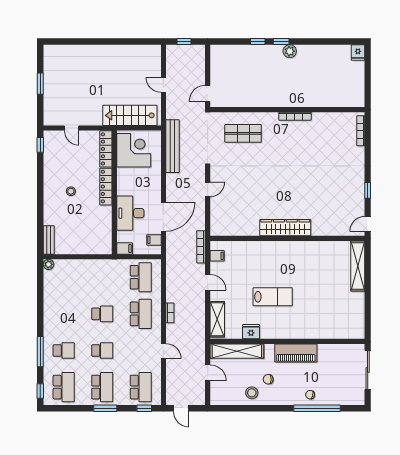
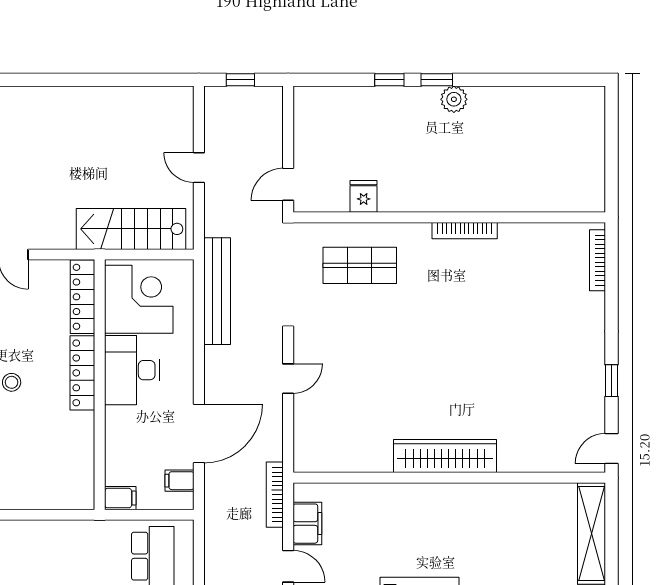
fridge: (358, 53) -> (364, 196), moved, turned 180
desk: (130, 213) -> (132, 370), moved
filing cabinet: (217, 256) -> (307, 524), width x2.00

